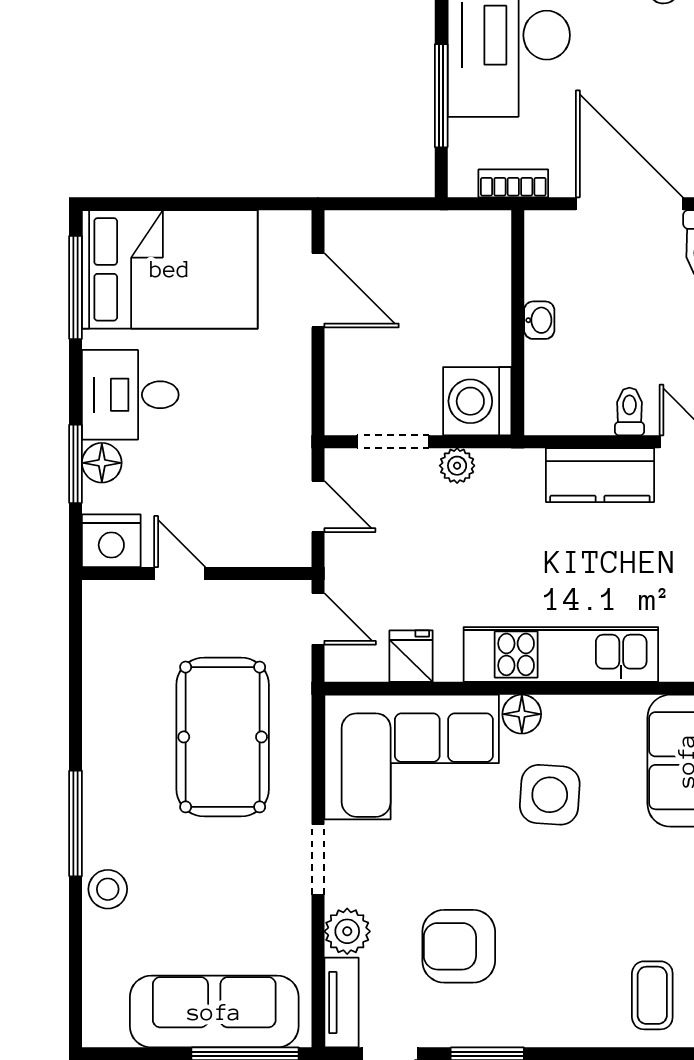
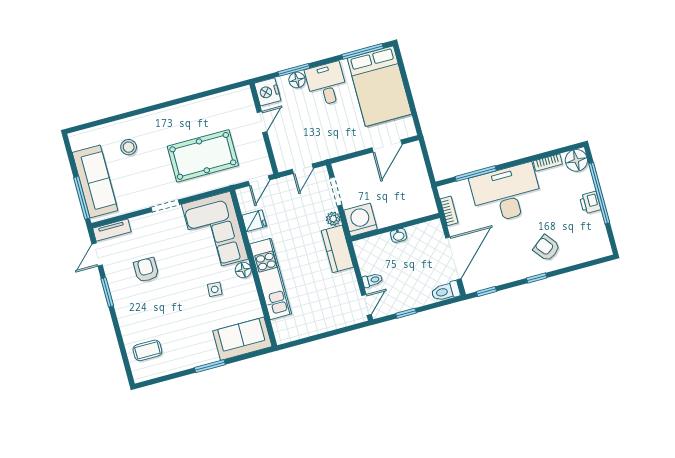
kitchen counter: (600, 475) -> (337, 249), moved
side table: (550, 795) -> (215, 289), width x0.54, depth x0.54
window: (76, 823) -> (154, 108), removed
stool: (108, 889) -> (129, 147), moved
plant: (347, 931) -> (140, 225), removed
armchair: (459, 946) -> (146, 270), width x0.72, depth x0.72

